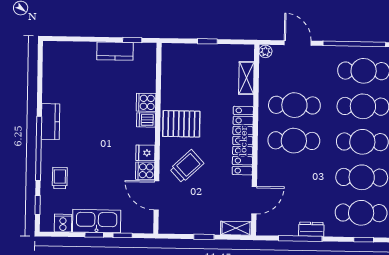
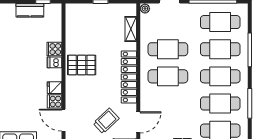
trolley: (187, 166) -> (106, 121), moved

